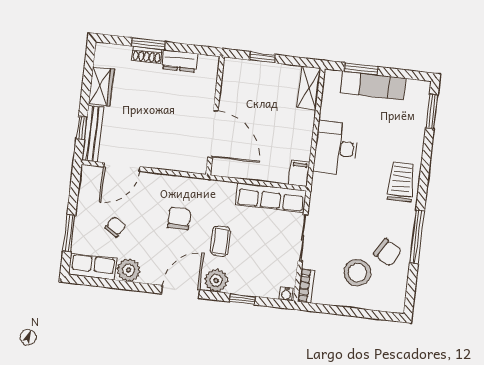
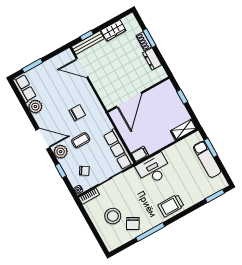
desk: (336, 148) -> (154, 169), moved
trolley: (401, 182) -> (171, 206), turned 180
chair: (115, 227) -> (84, 171), moved

